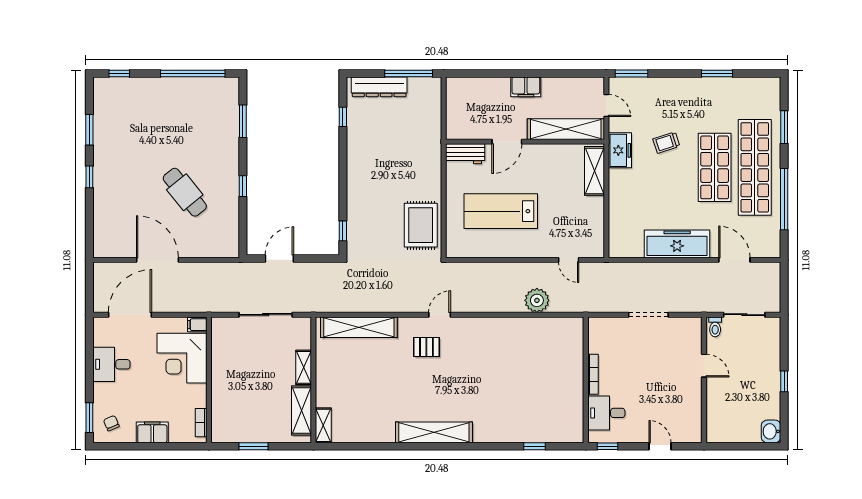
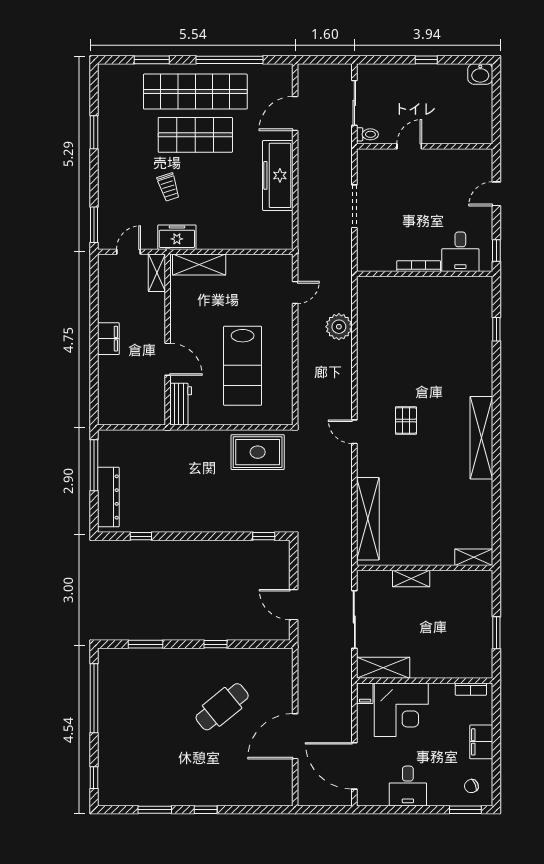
shelving: (566, 129) -> (157, 273), width x0.45, depth x0.75
pallet: (426, 347) -> (406, 421), moved
shelving: (302, 411) -> (383, 668), moved

